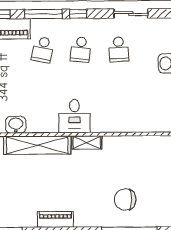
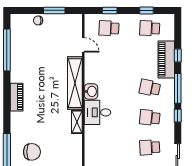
washbasin: (16, 125) -> (91, 91), moved
chair: (125, 200) -> (32, 152), turned 90

